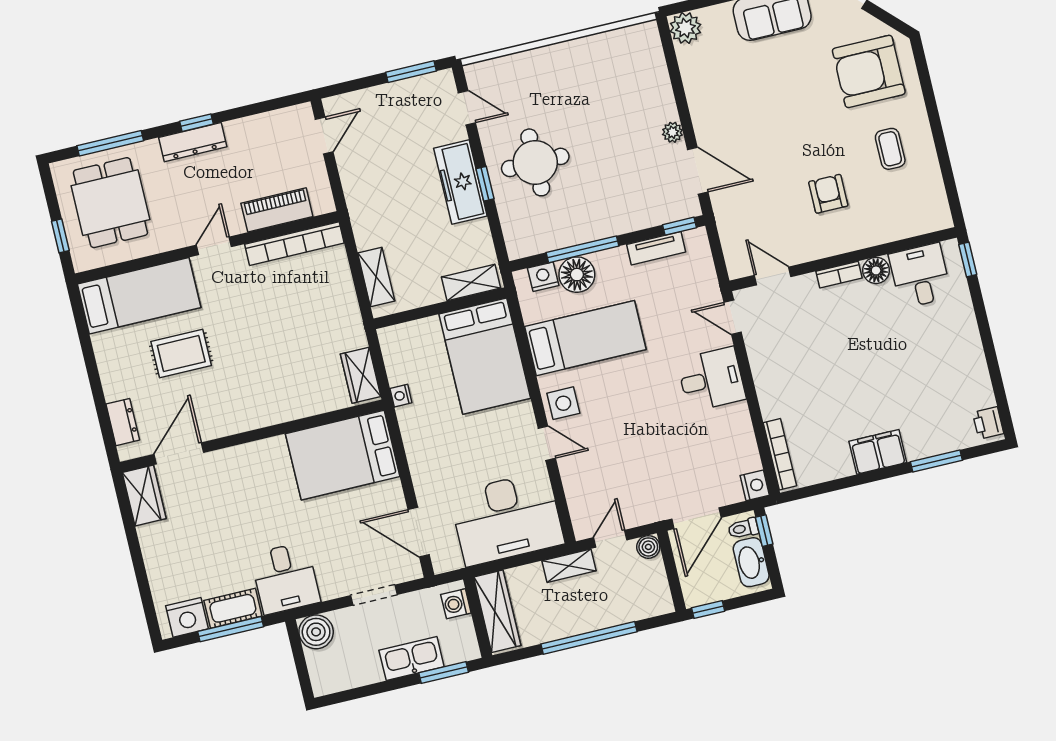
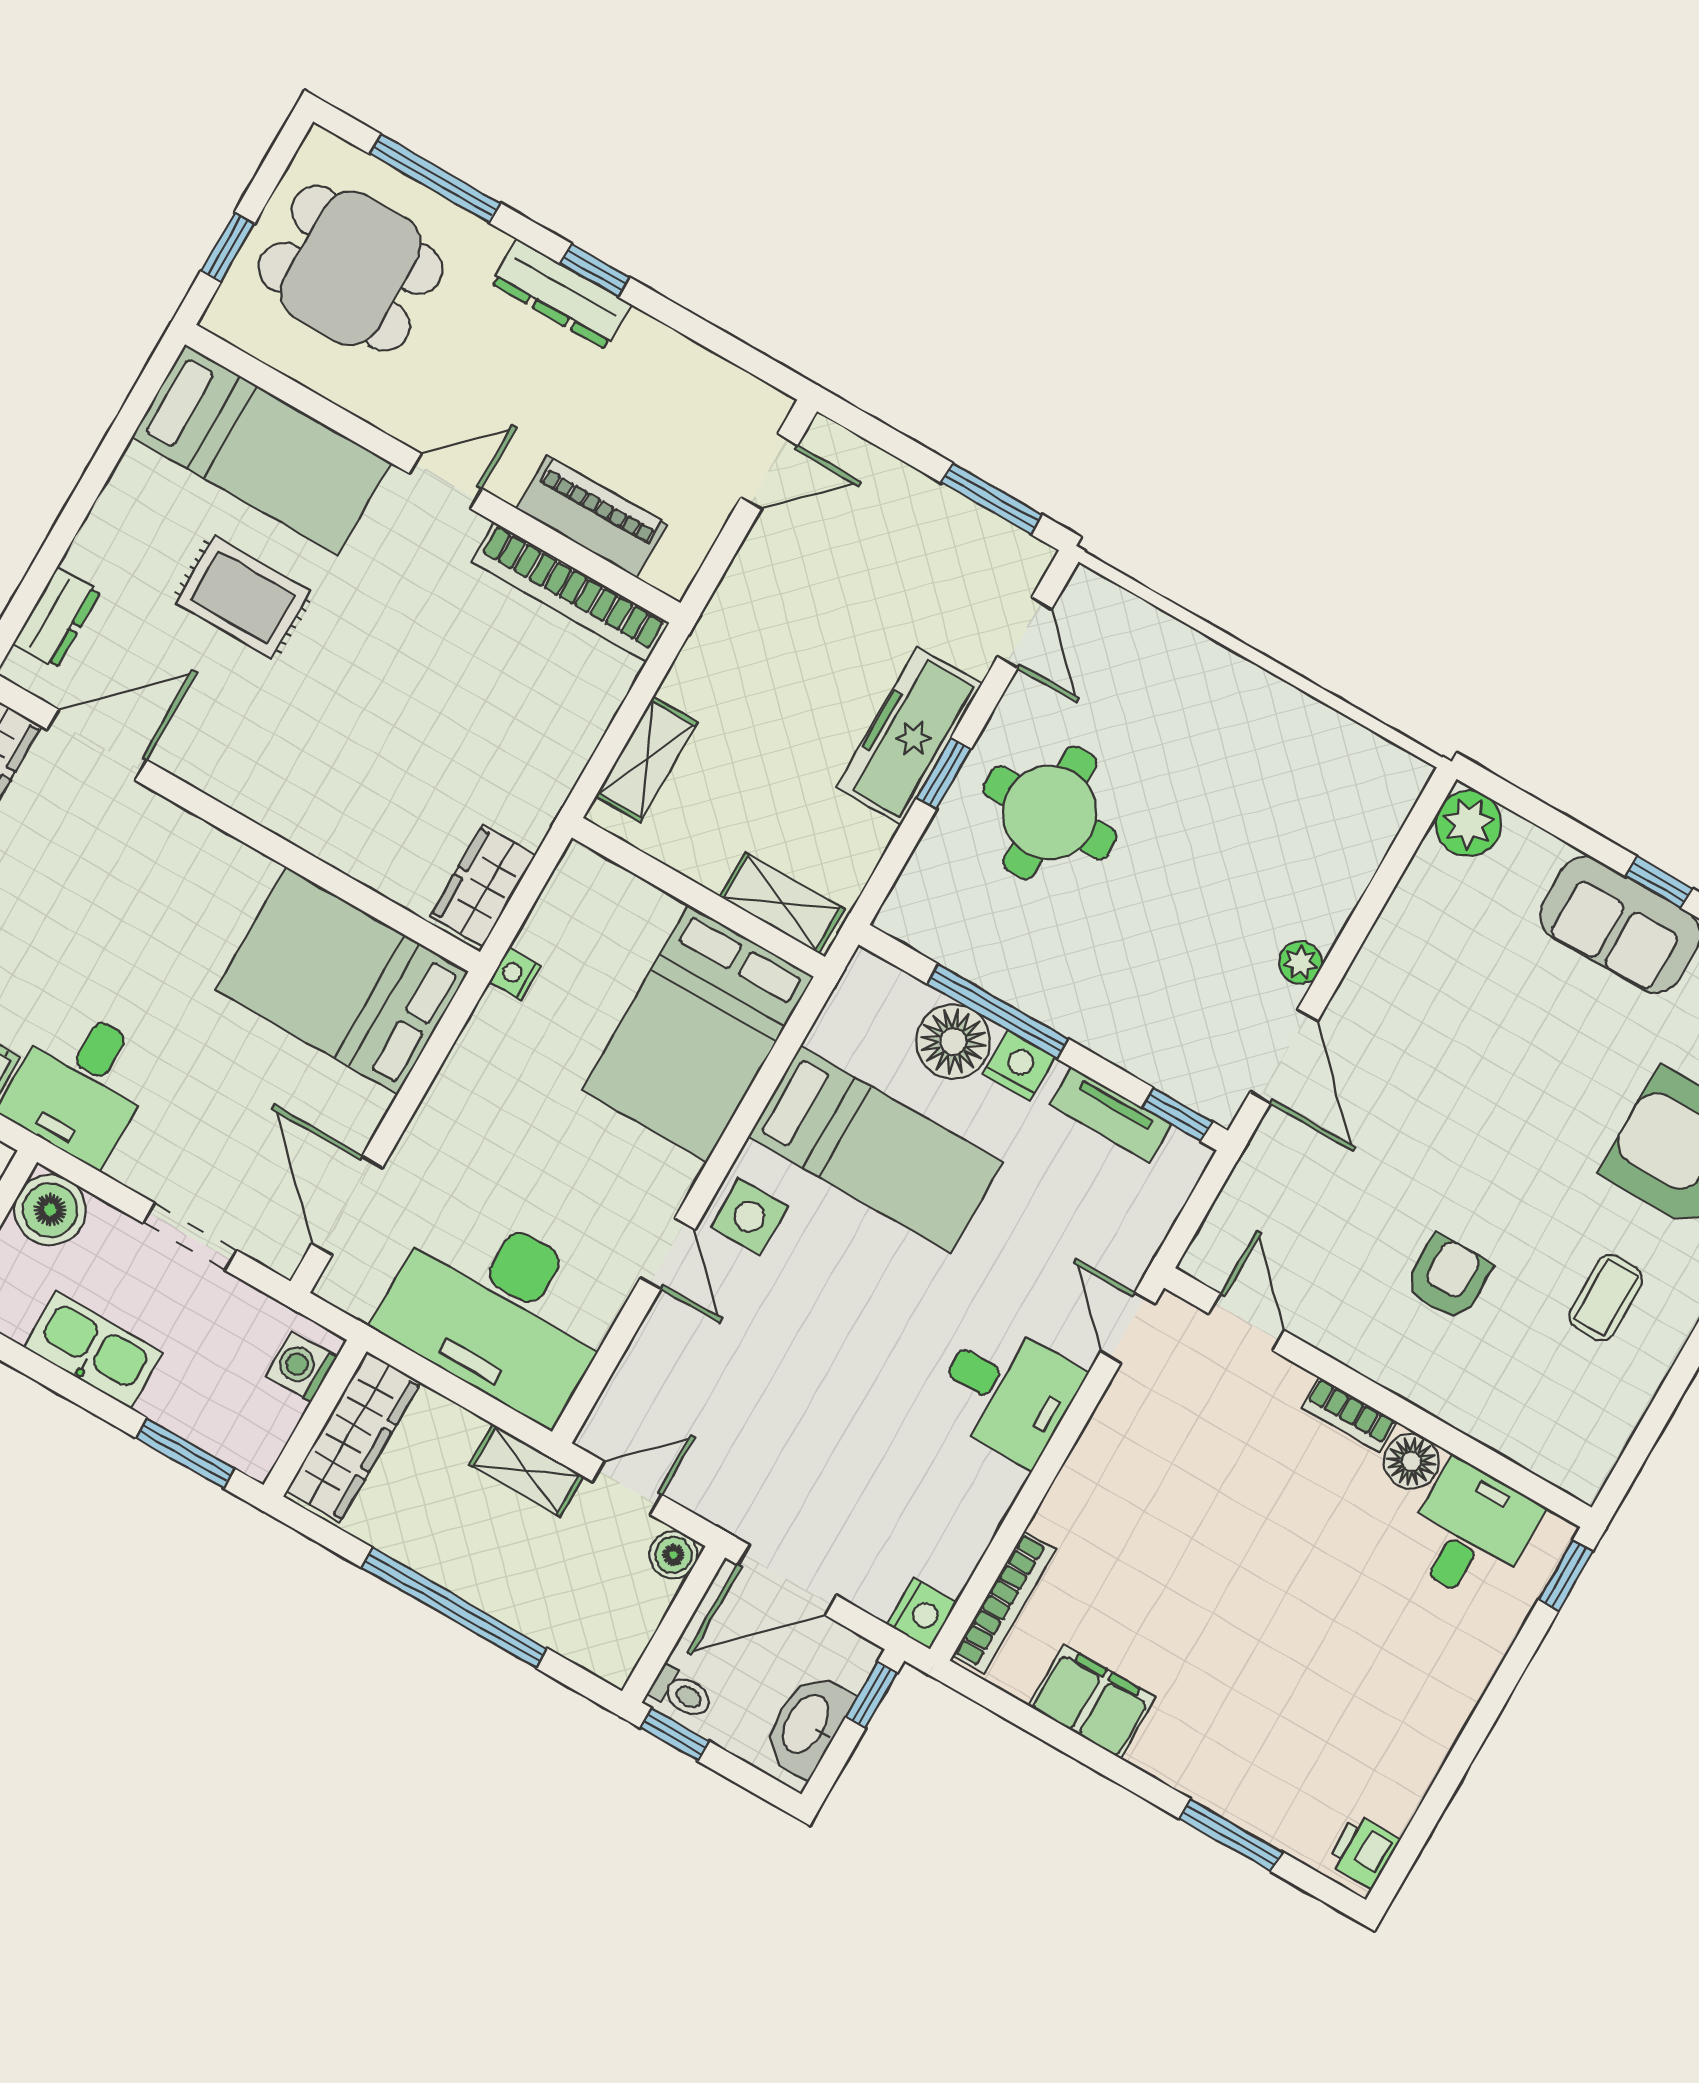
dining table: (110, 203) -> (351, 268), turned 90
nightstand: (543, 277) -> (1019, 1066), moved
filing cabinet: (878, 452) -> (1092, 1702), moved
toilet: (743, 528) -> (682, 1693), moved, turned 180
kitchen sink: (412, 658) -> (93, 1350), moved

